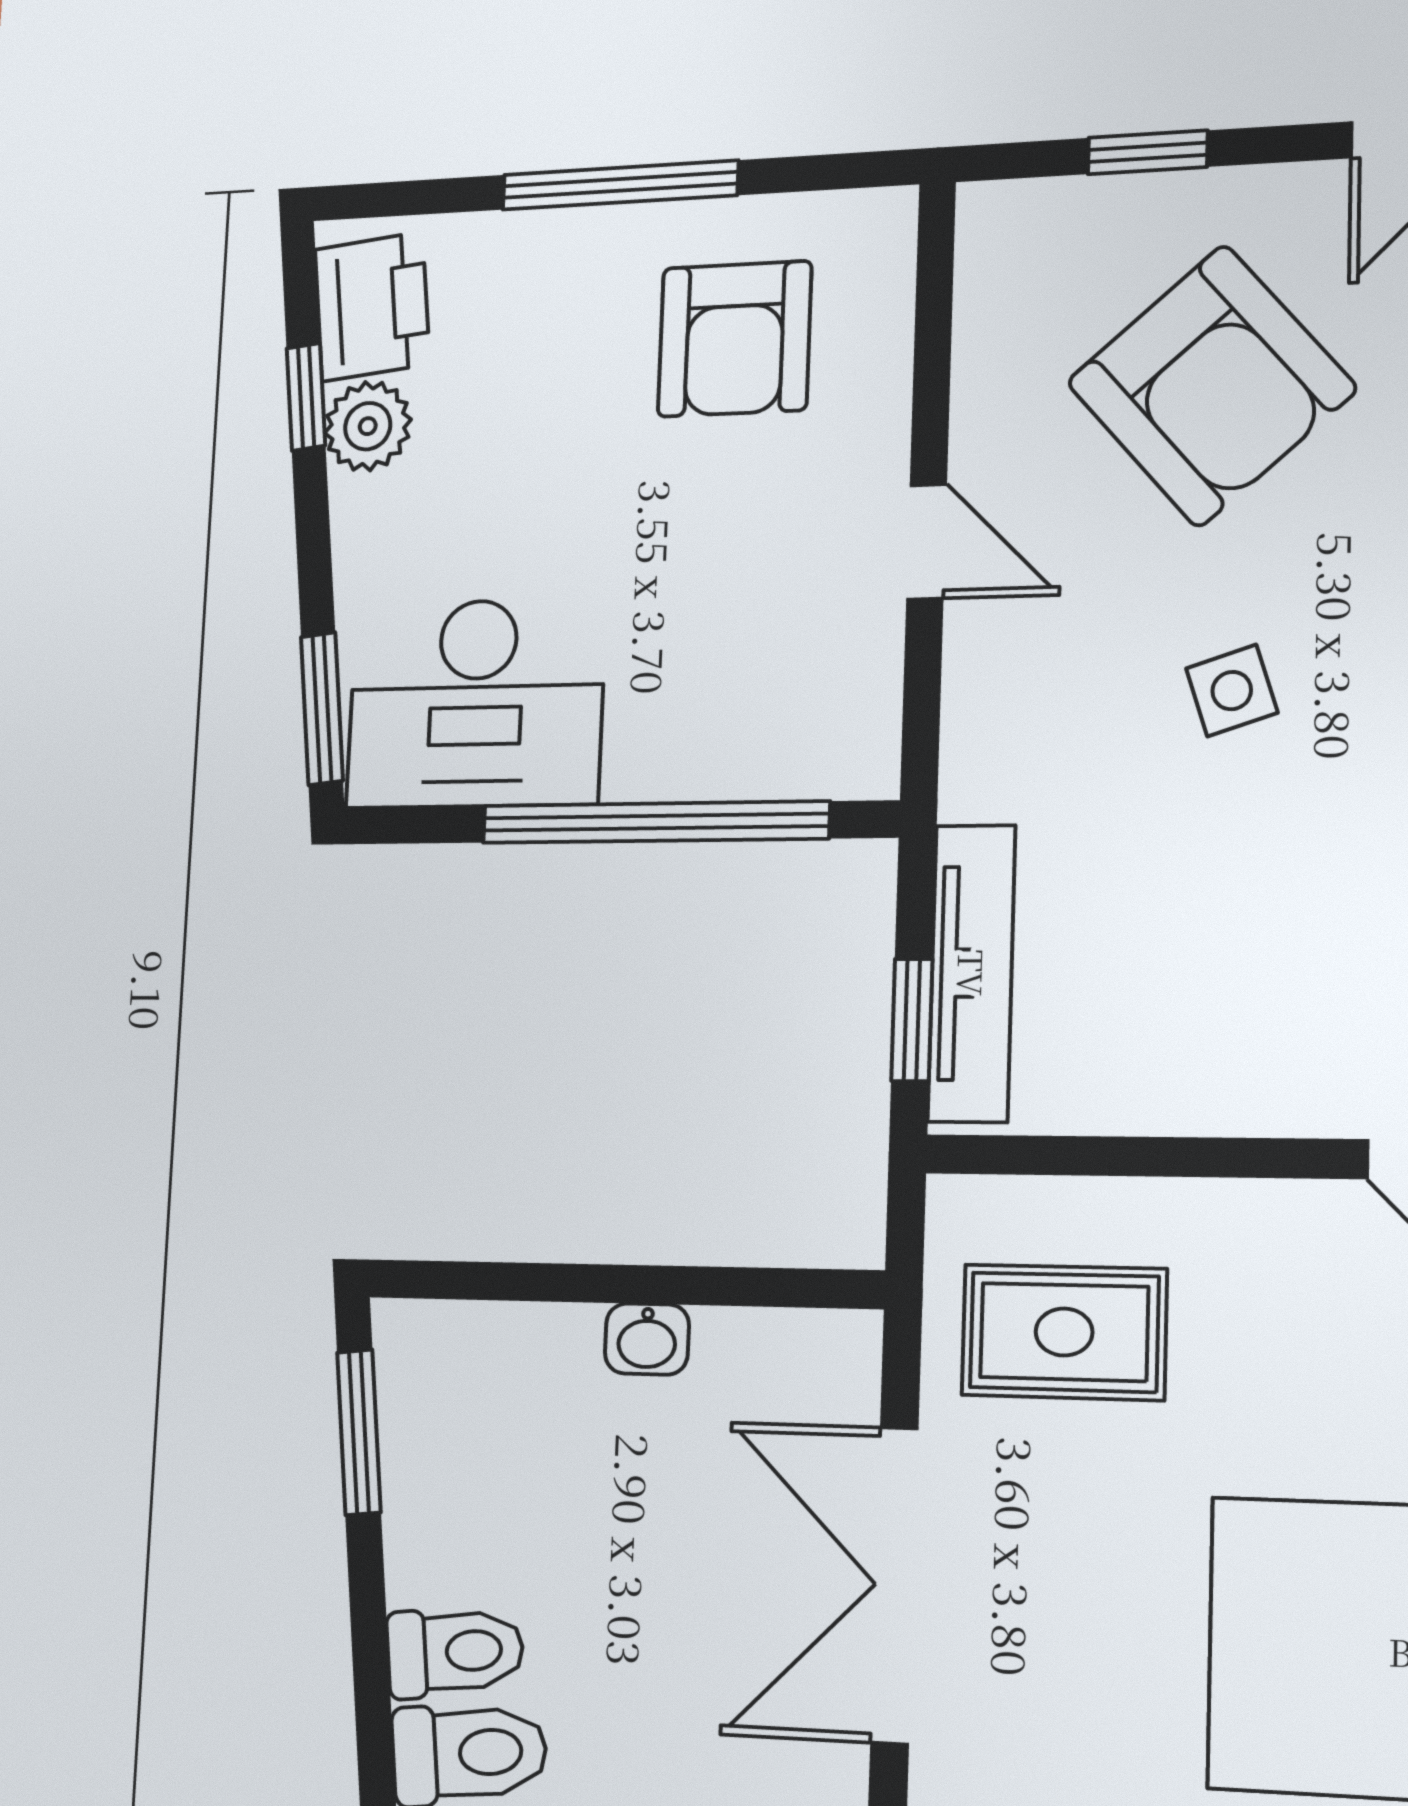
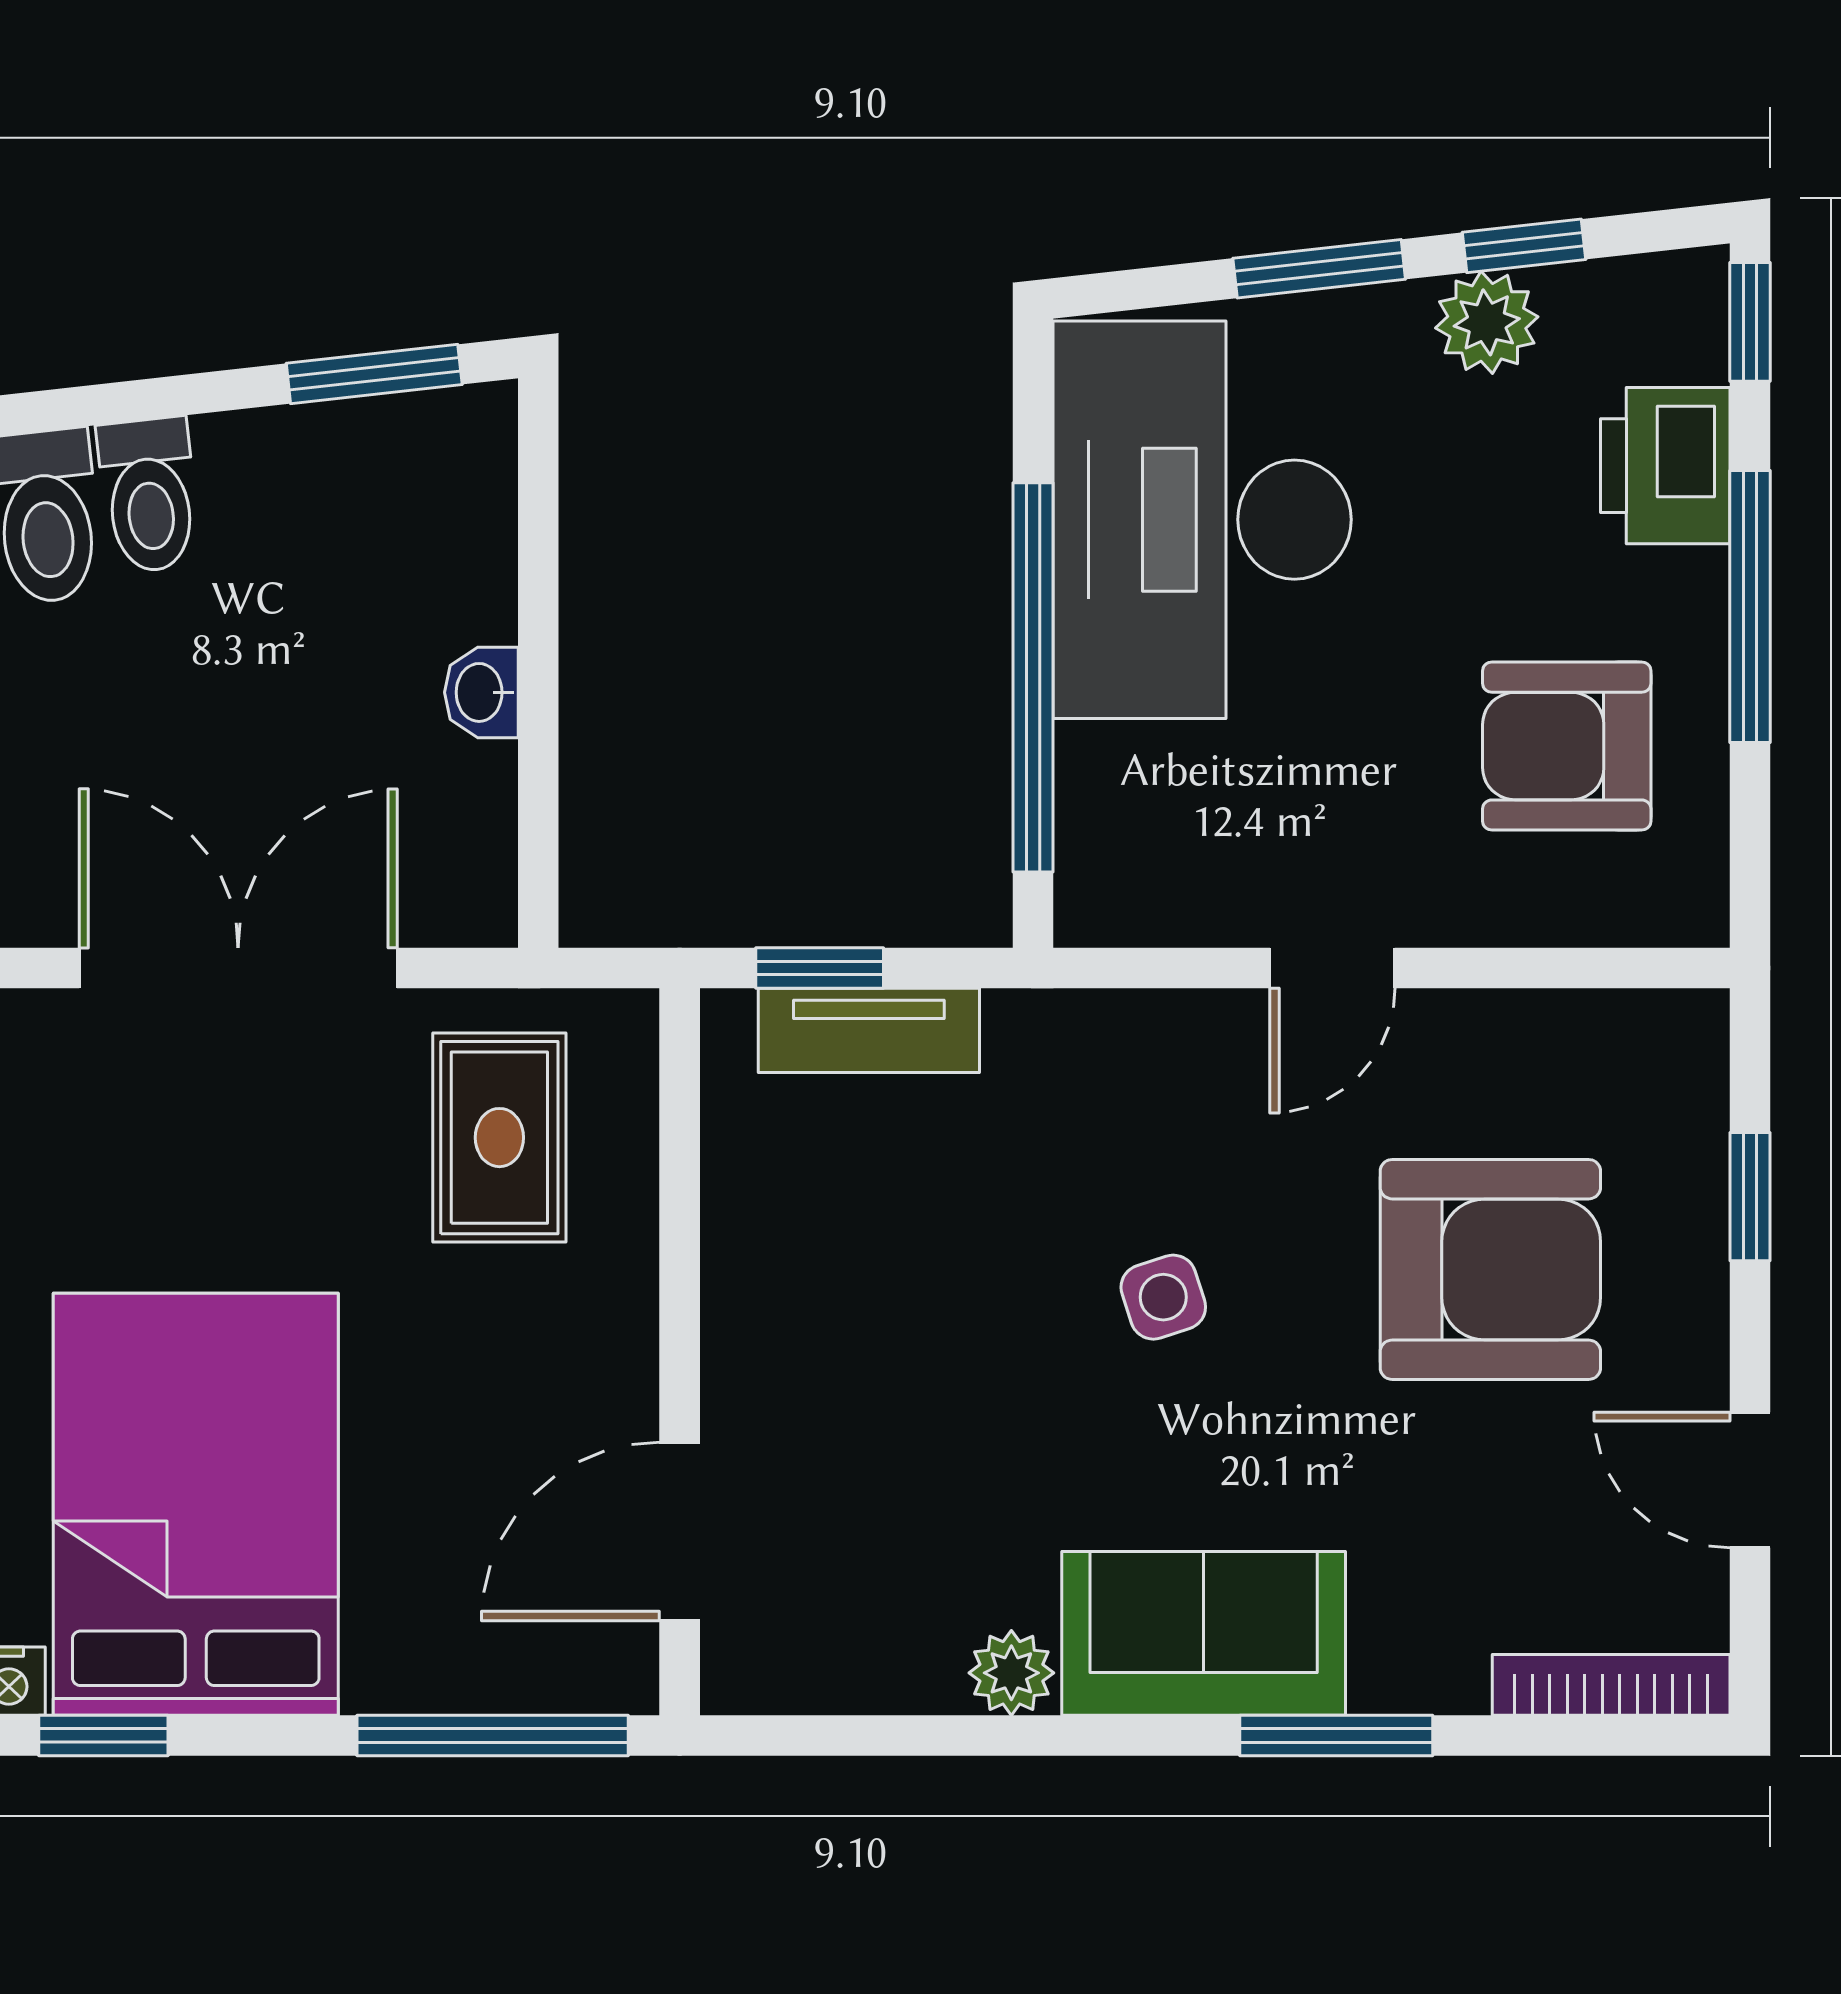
window: (379, 200) -> (1750, 322), added
printer: (372, 307) -> (1665, 466), moved, turned 96
armchair: (1211, 386) -> (1490, 1269), turned -139
desk: (476, 703) -> (1202, 520), width x1.36, depth x1.30
window: (322, 709) -> (1319, 269), moved
tv unit: (972, 973) -> (869, 1030), width x0.71

